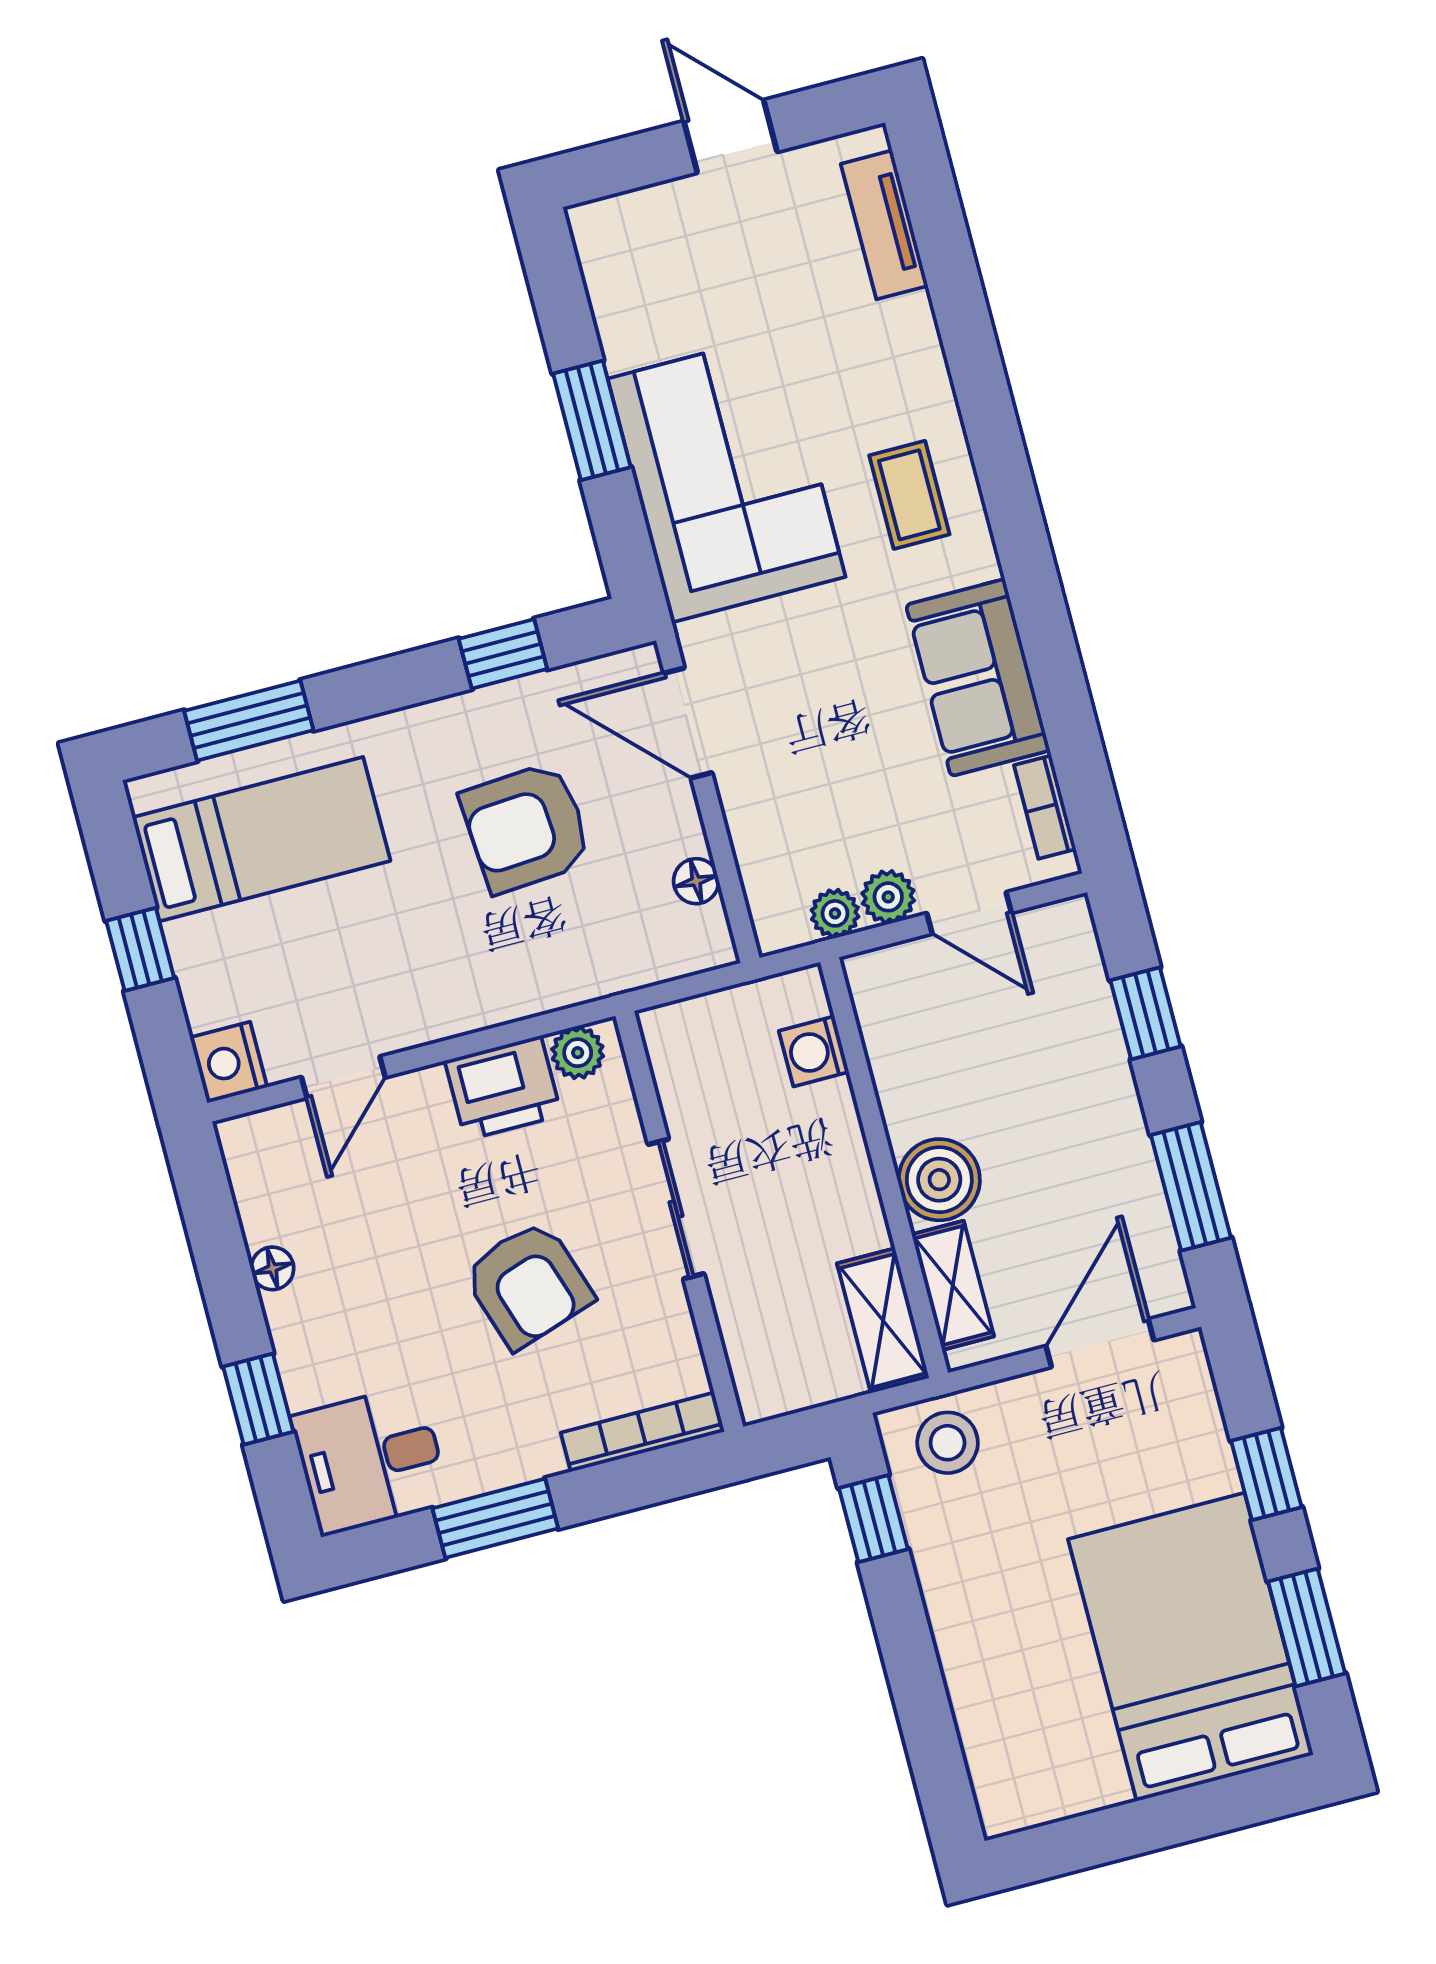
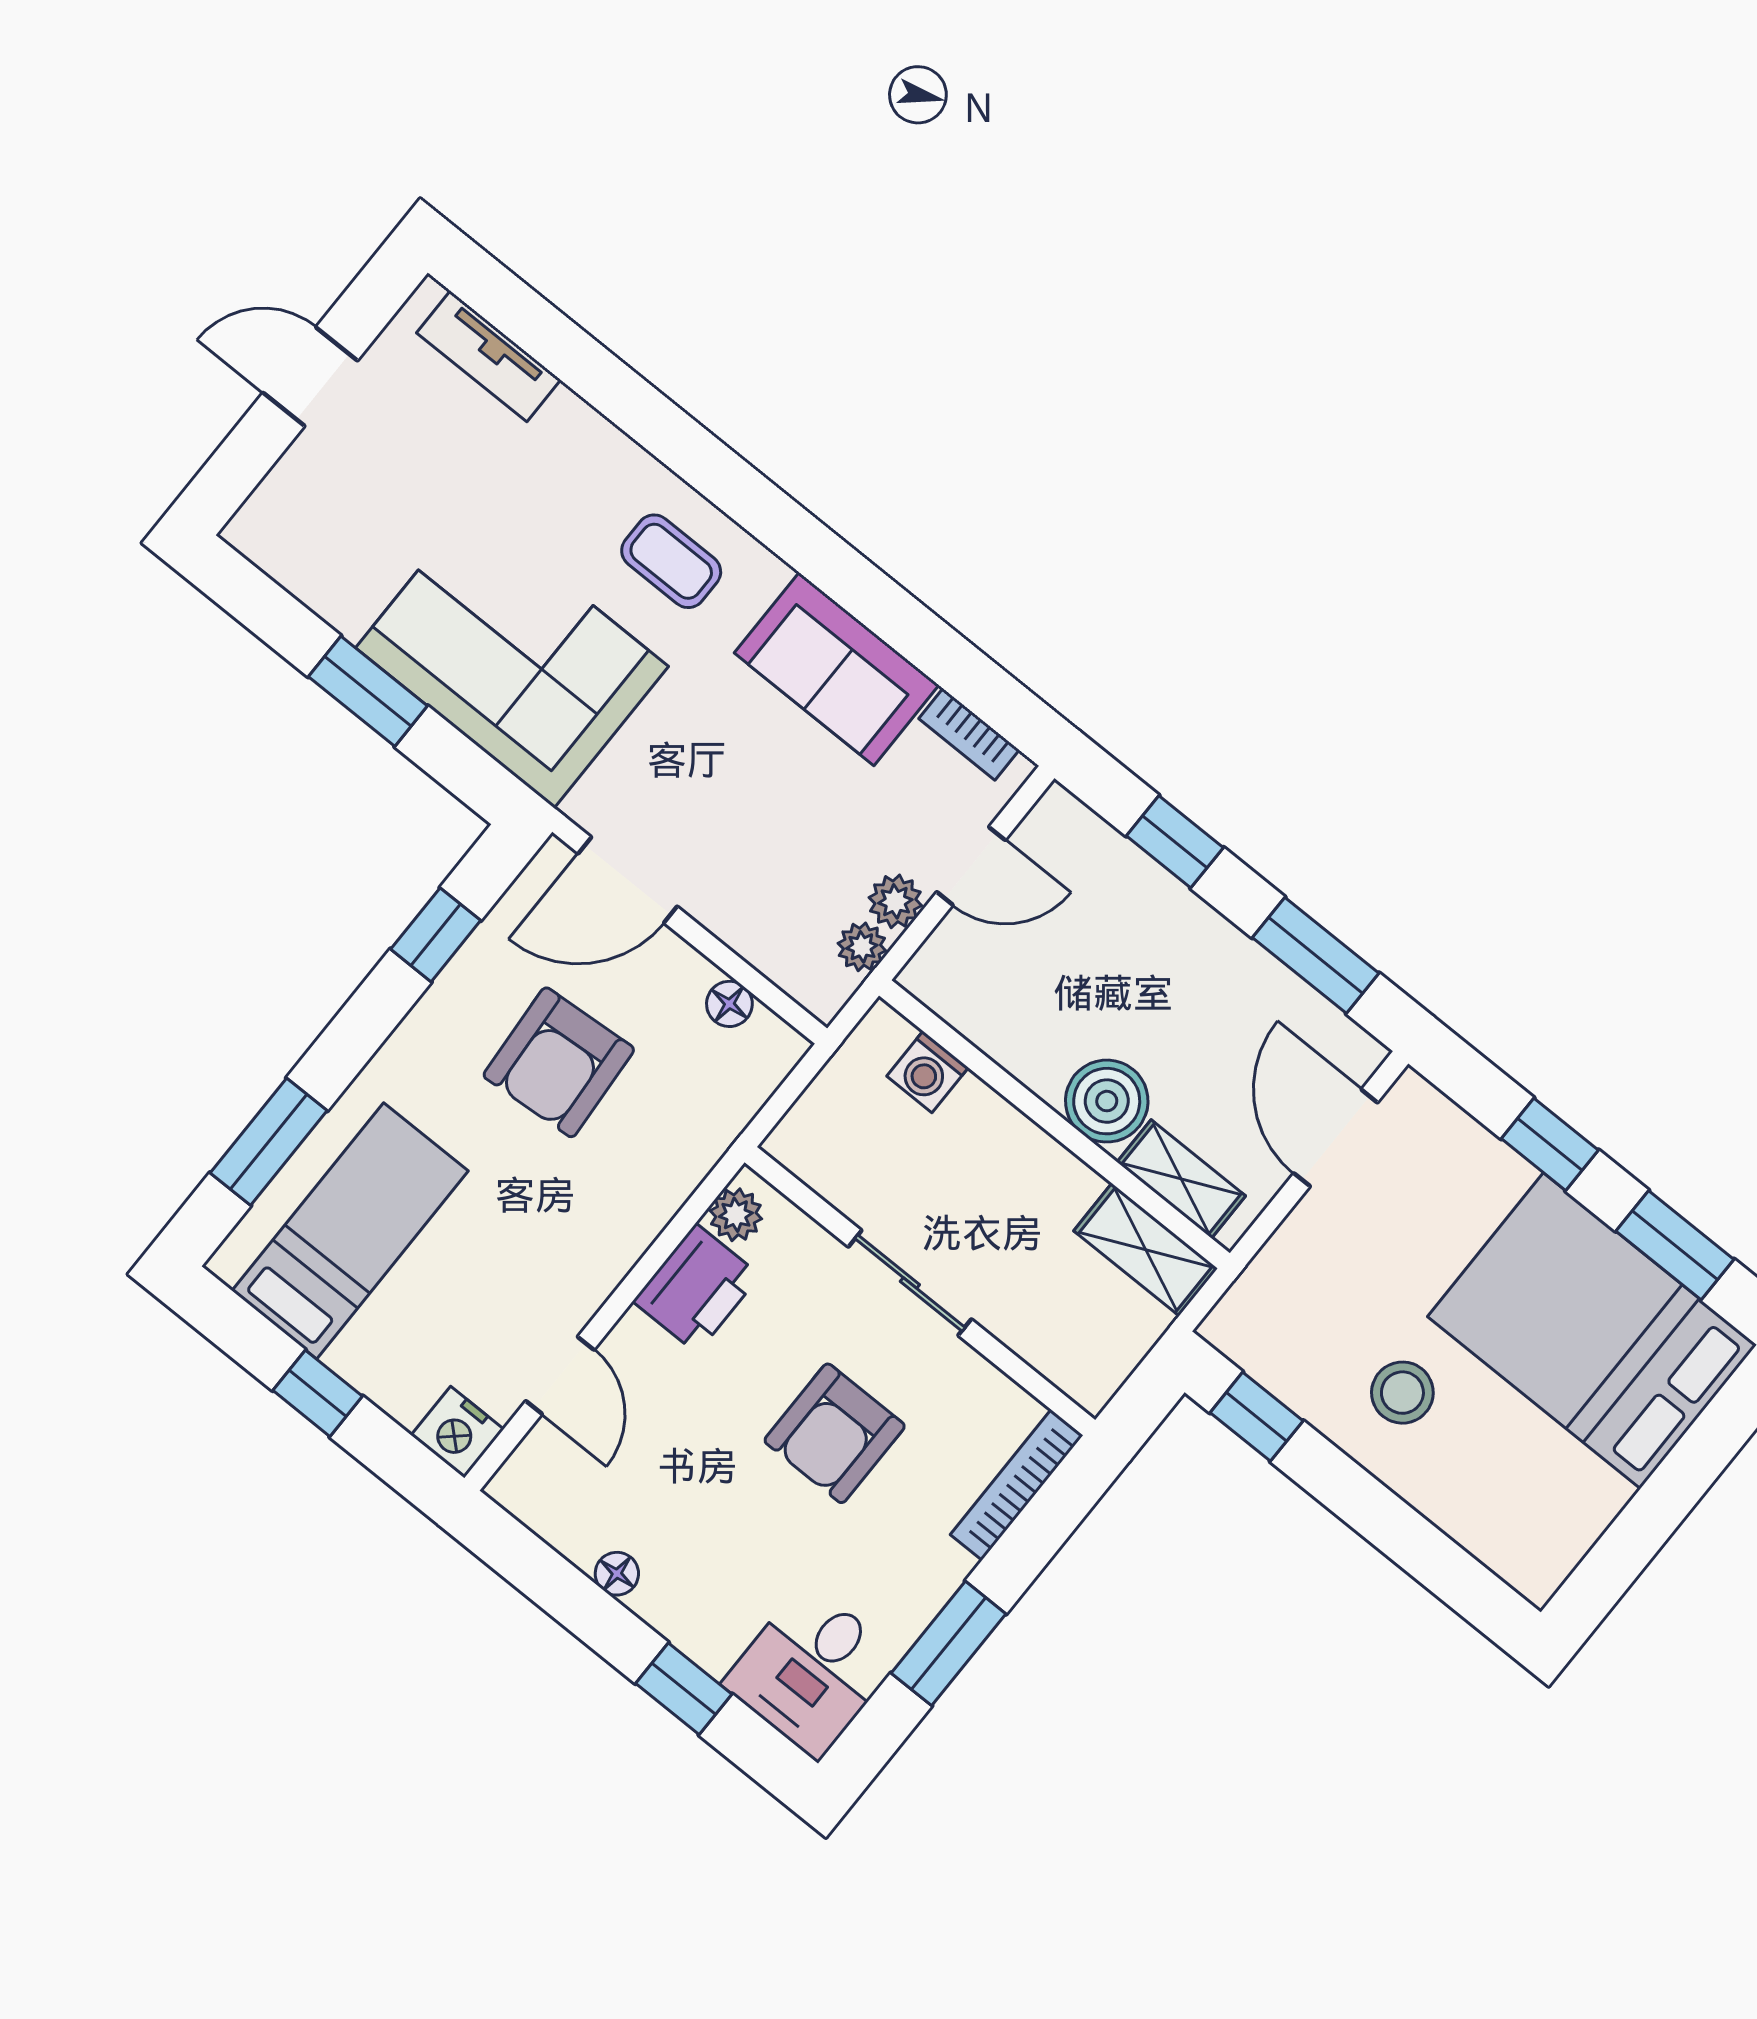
armchair: (528, 1284) -> (835, 1433), turned 108
stool: (948, 1443) -> (1402, 1393), moved

